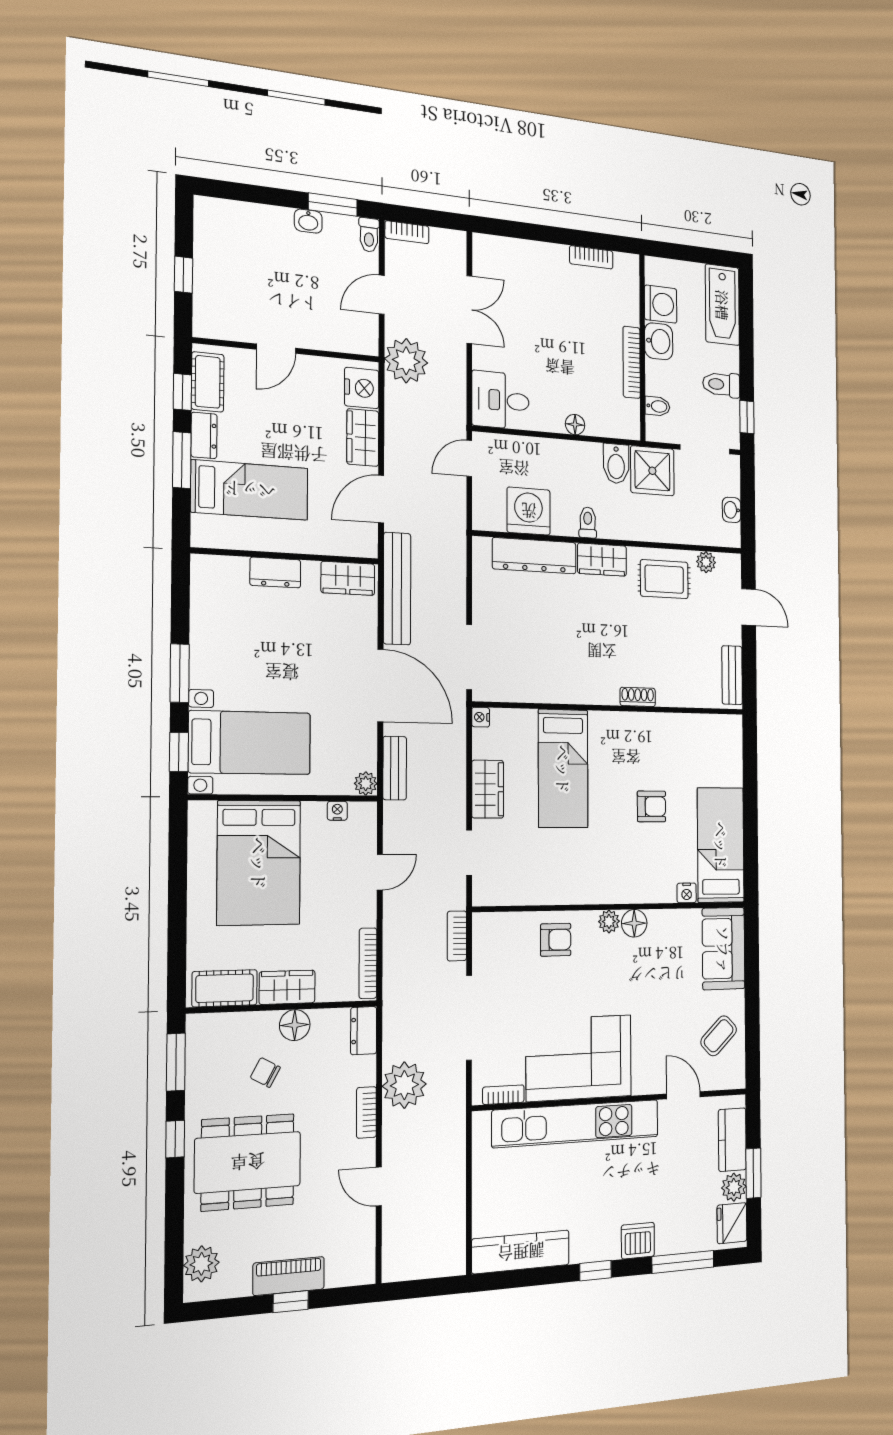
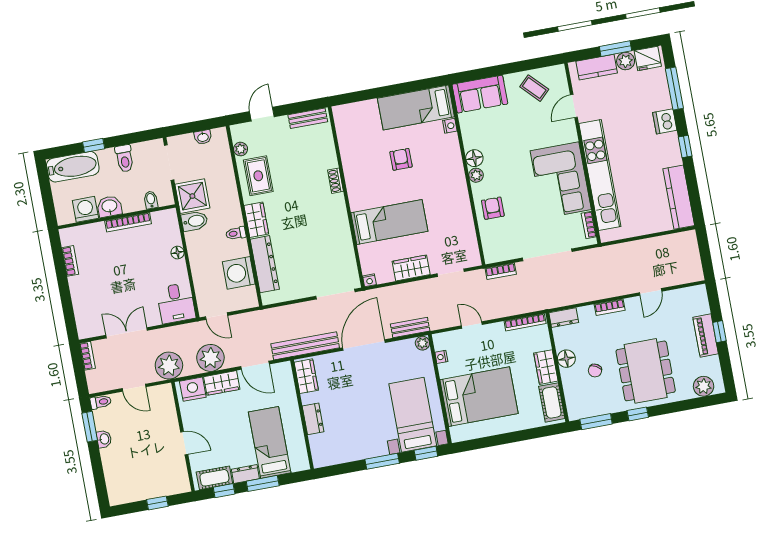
bookcase: (407, 232) -> (87, 356), moved
window: (747, 417) -> (94, 145), moved
plant: (404, 1085) -> (210, 358), moved

